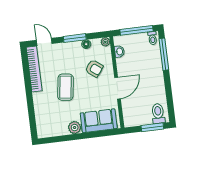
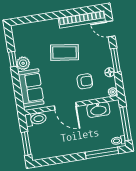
door: (44, 42) -> (110, 29), swing flipped
washbasin: (119, 51) -> (98, 110), width x1.91, depth x1.45
armchair: (94, 68) -> (85, 81), turned -127
toilet: (158, 114) -> (36, 119), moved
window: (70, 137) -> (13, 59), added

